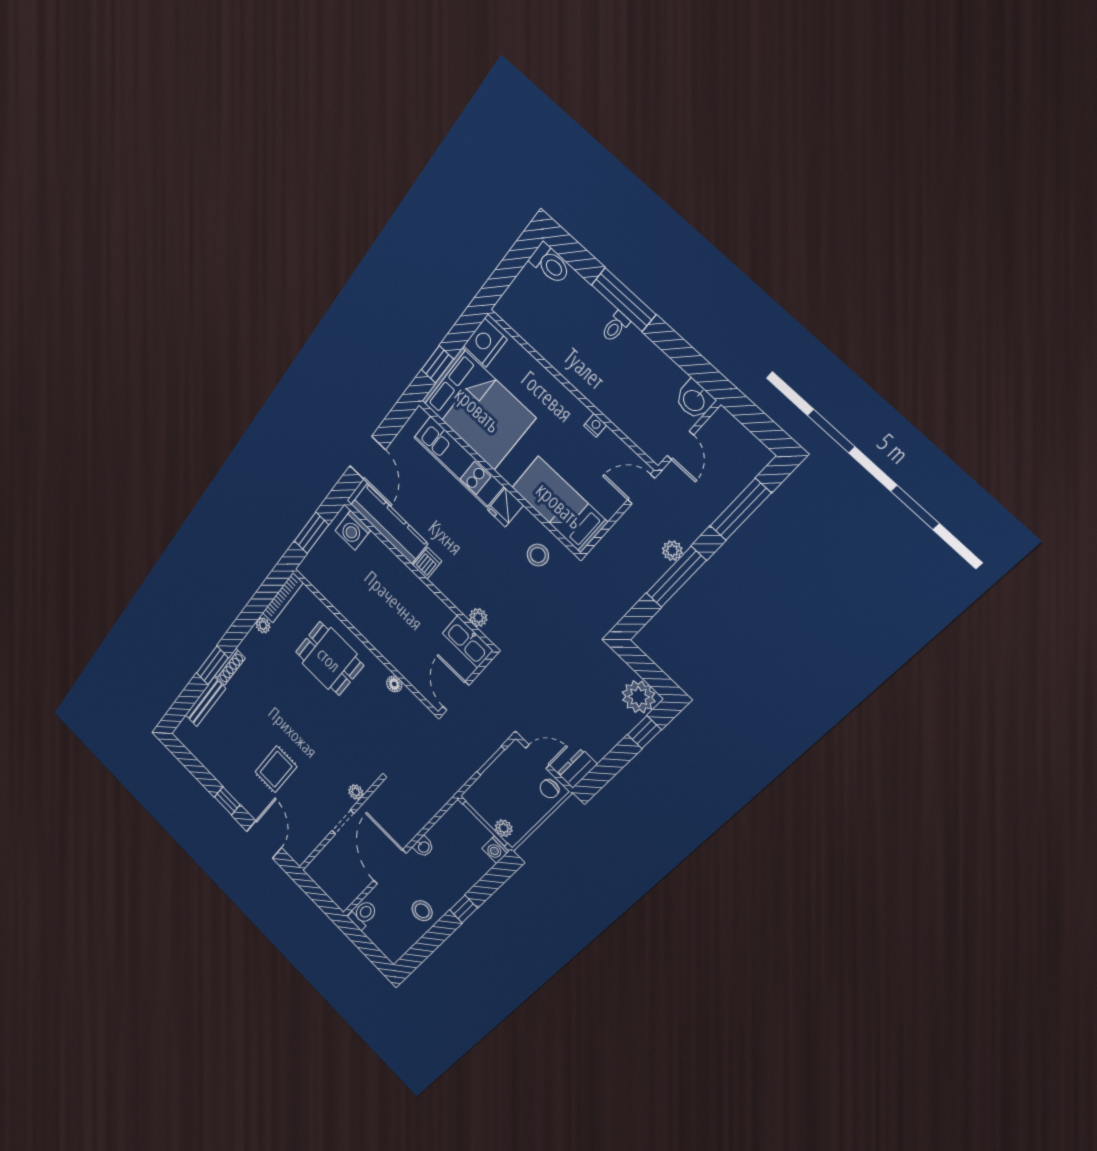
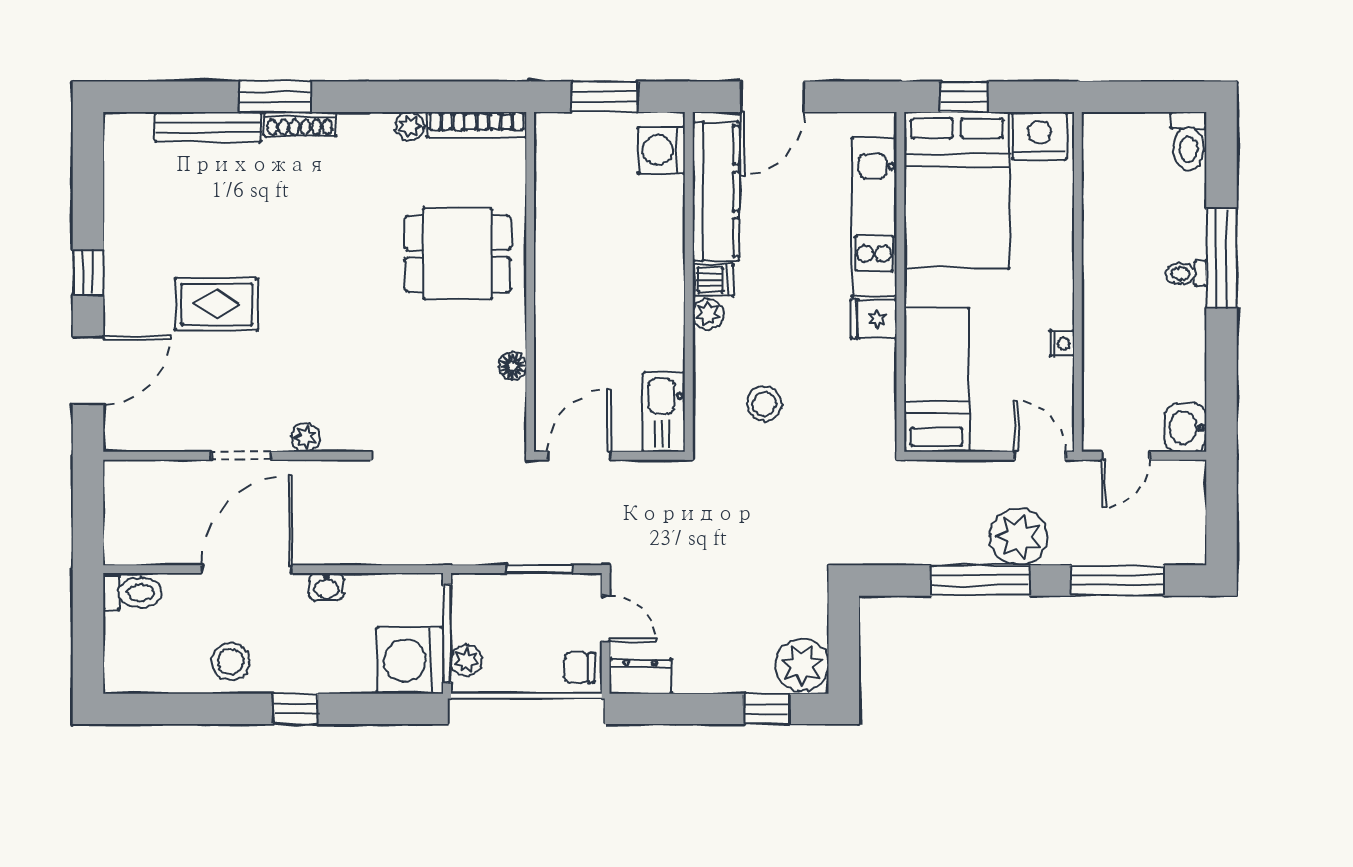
plant: (672, 551) -> (1019, 537), width x1.87, depth x1.87
stool: (538, 555) -> (764, 404), moved
plant: (478, 617) -> (708, 314), moved
dining table: (329, 659) -> (458, 254), turned 90
washing machine: (496, 850) -> (410, 660), width x1.89, depth x1.89

